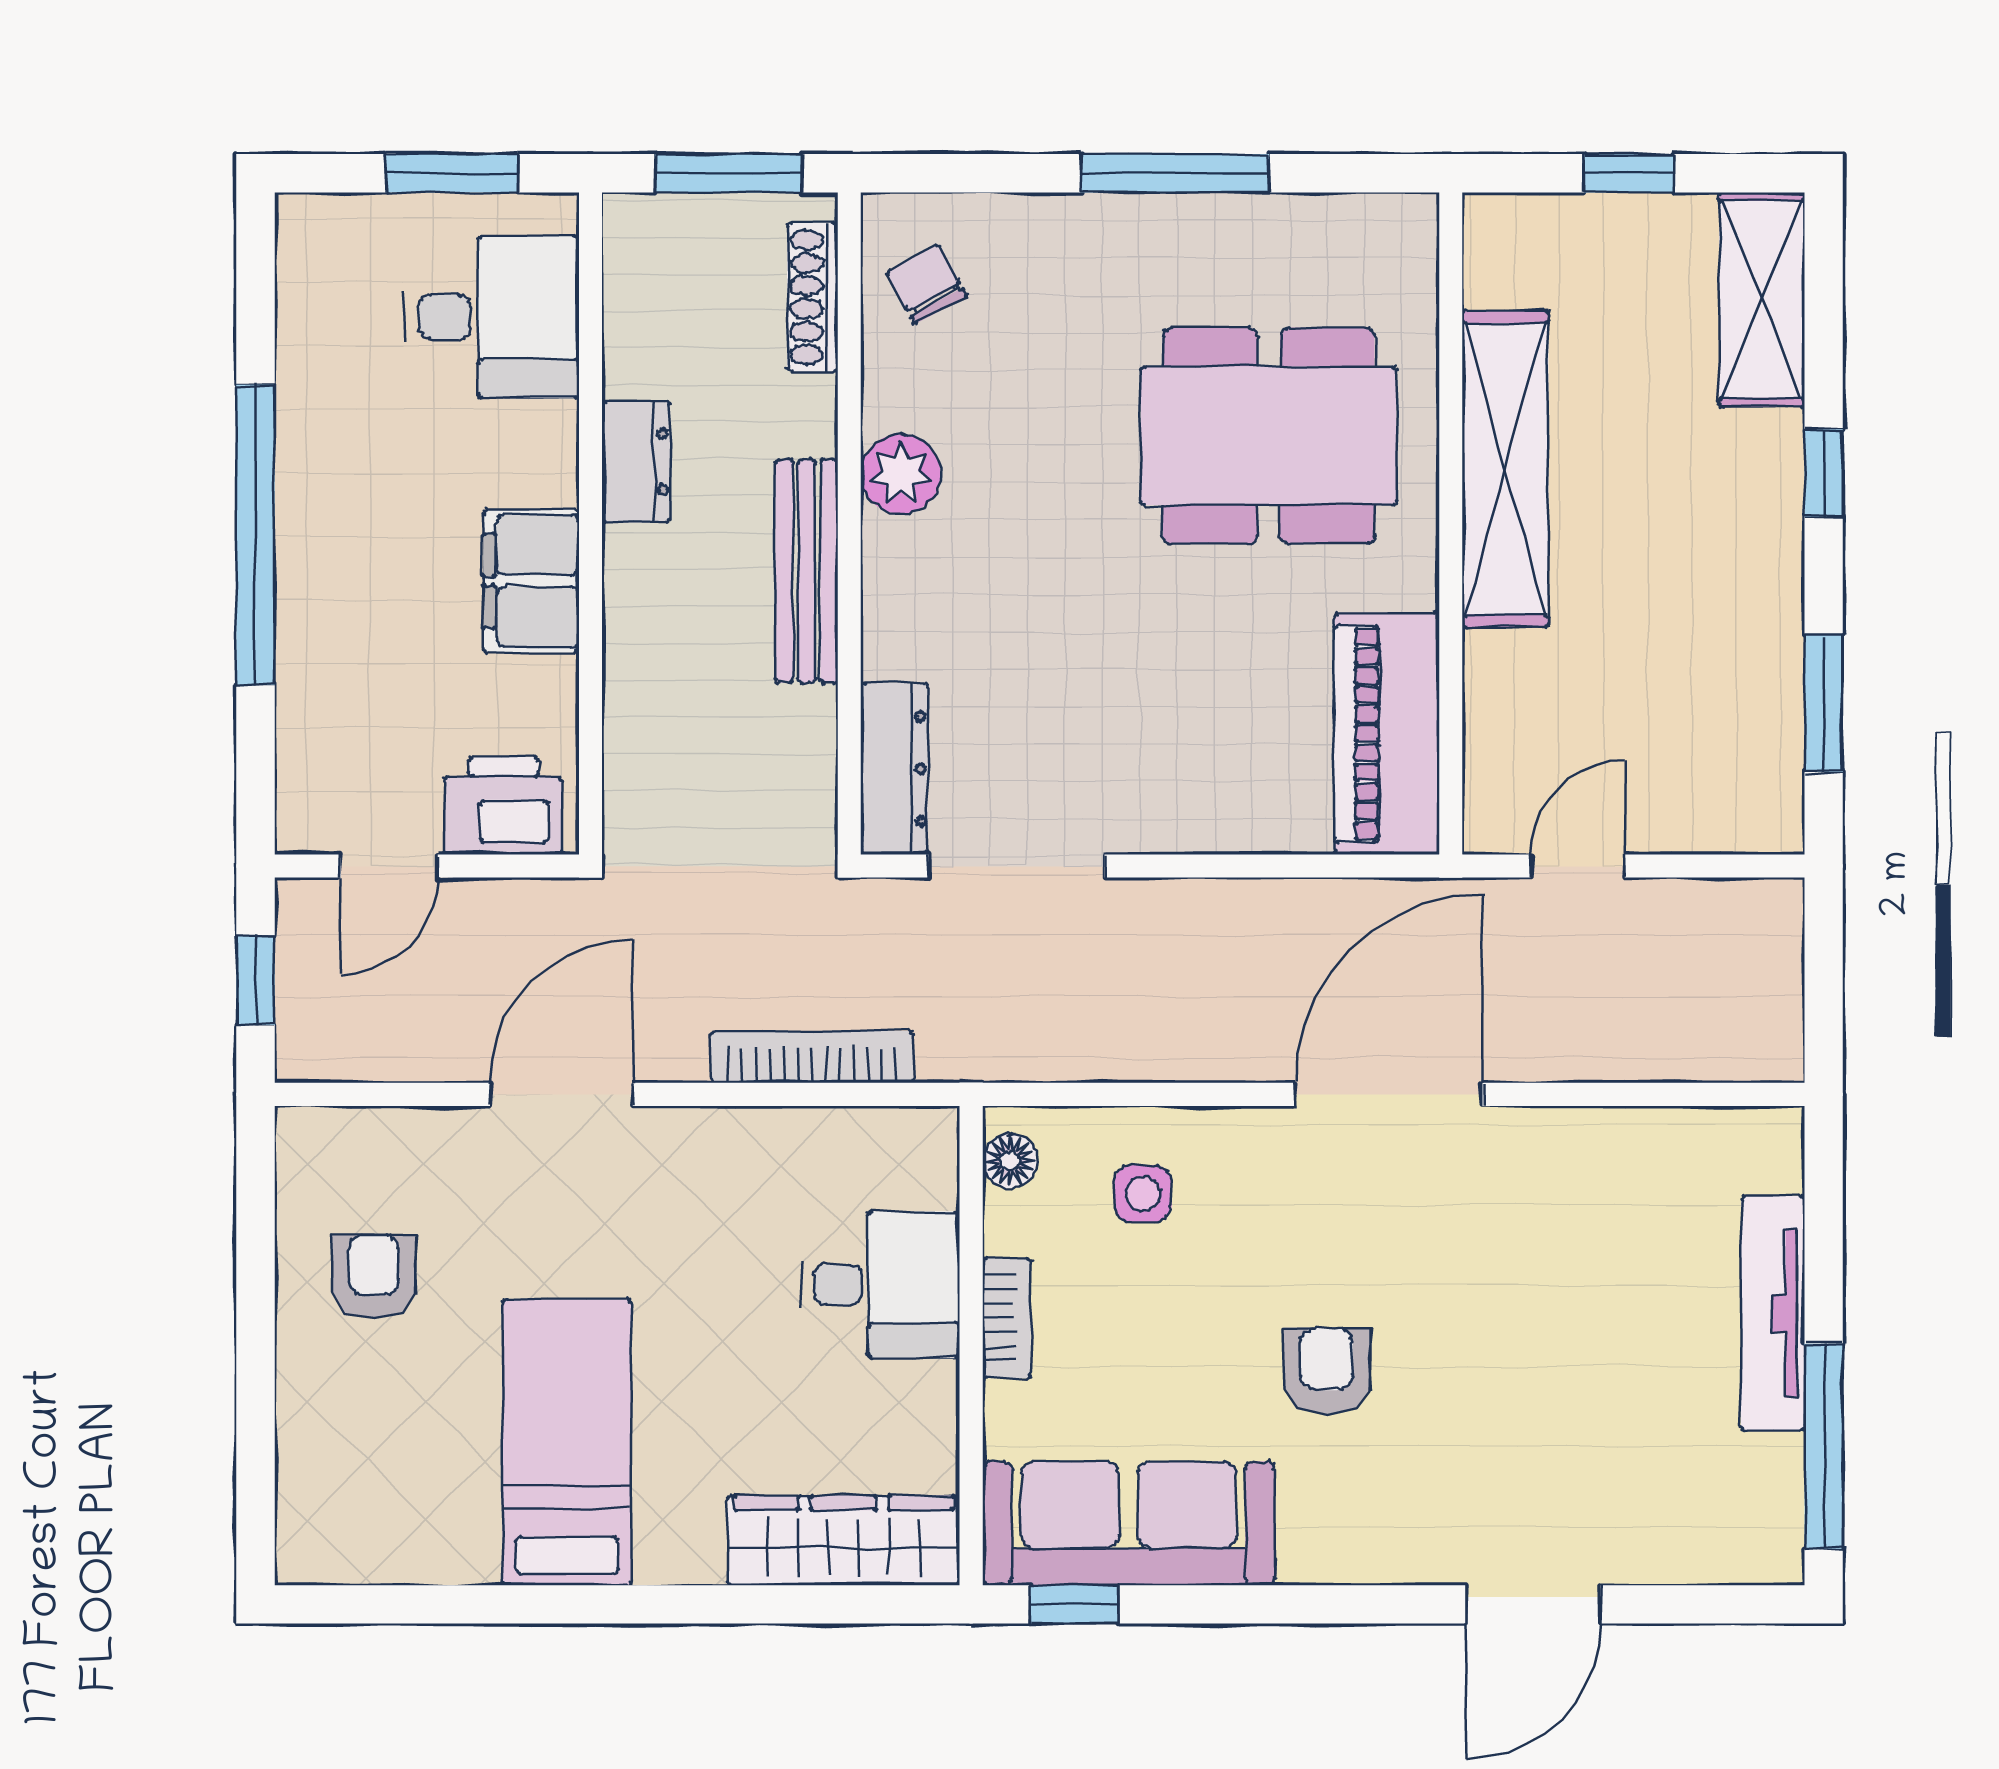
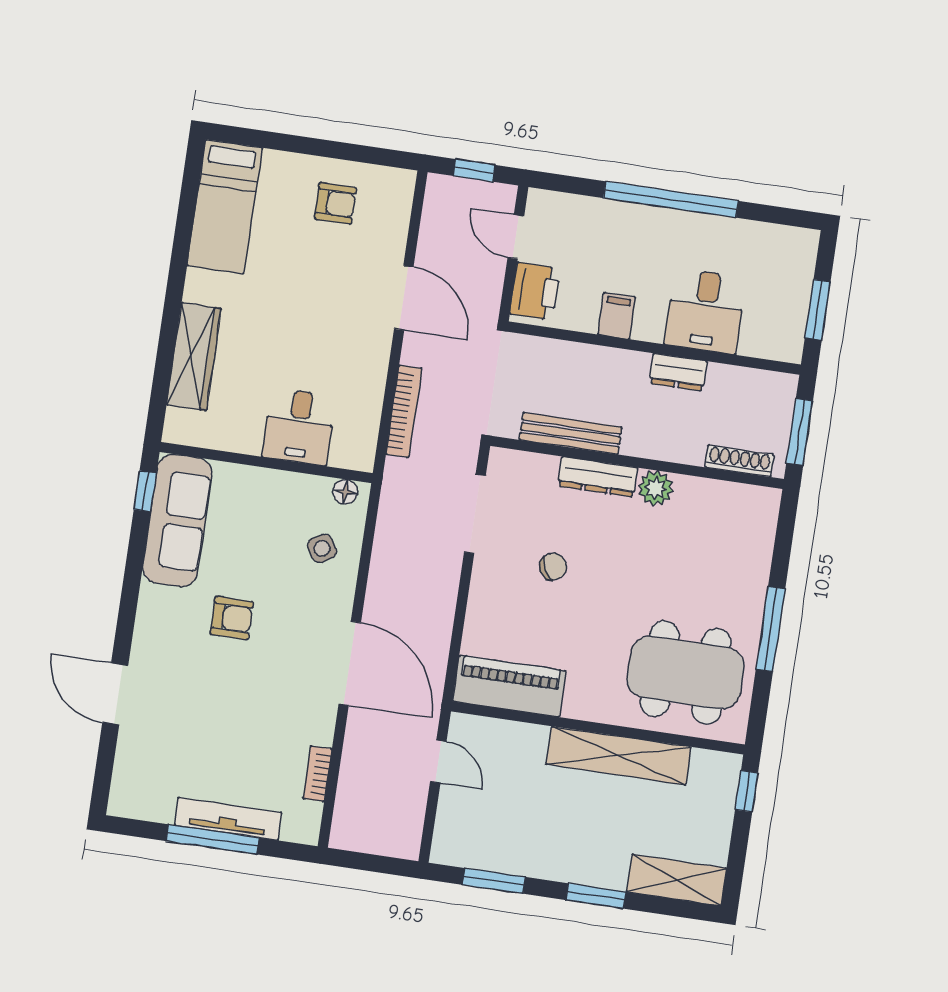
window: (1629, 173) -> (747, 791), moved
chair: (927, 284) -> (553, 567), moved
desk: (492, 317) -> (705, 311), moved
dining table: (1269, 436) -> (686, 673), moved, turned 90
window: (1824, 473) -> (596, 896), width x1.50
bench: (807, 571) -> (571, 433), moved
filing cabinet: (531, 581) -> (617, 316), width x0.50
dresser: (894, 769) -> (598, 477), moved
side table: (1143, 1194) -> (322, 548), turned -32
bookcase: (1007, 1318) -> (318, 774), moved, turned 90
bed: (567, 1442) -> (225, 207), moved, turned 90
window: (1824, 1446) -> (213, 839), moved
wardrobe: (844, 1541) -> (194, 357), moved

